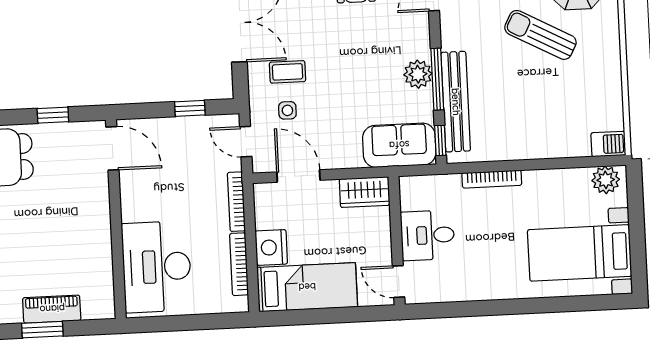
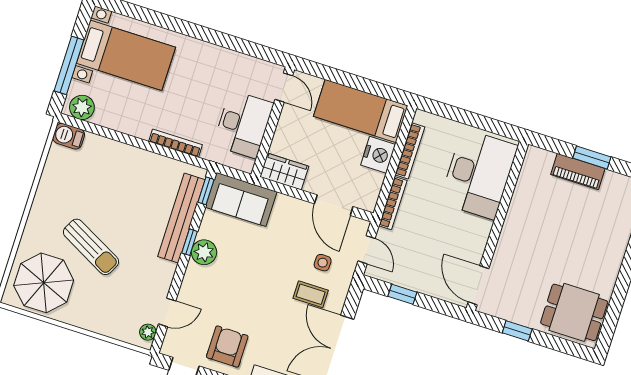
window: (437, 79) -> (190, 242), width x0.46
window: (636, 219) -> (69, 65), added
desk: (428, 235) -> (243, 124), width x1.37

